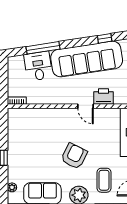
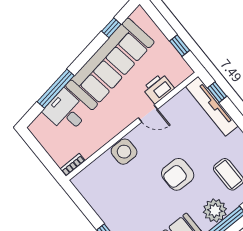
side table: (53, 117) -> (124, 152), added
armchair: (74, 156) -> (178, 174), turned -116

